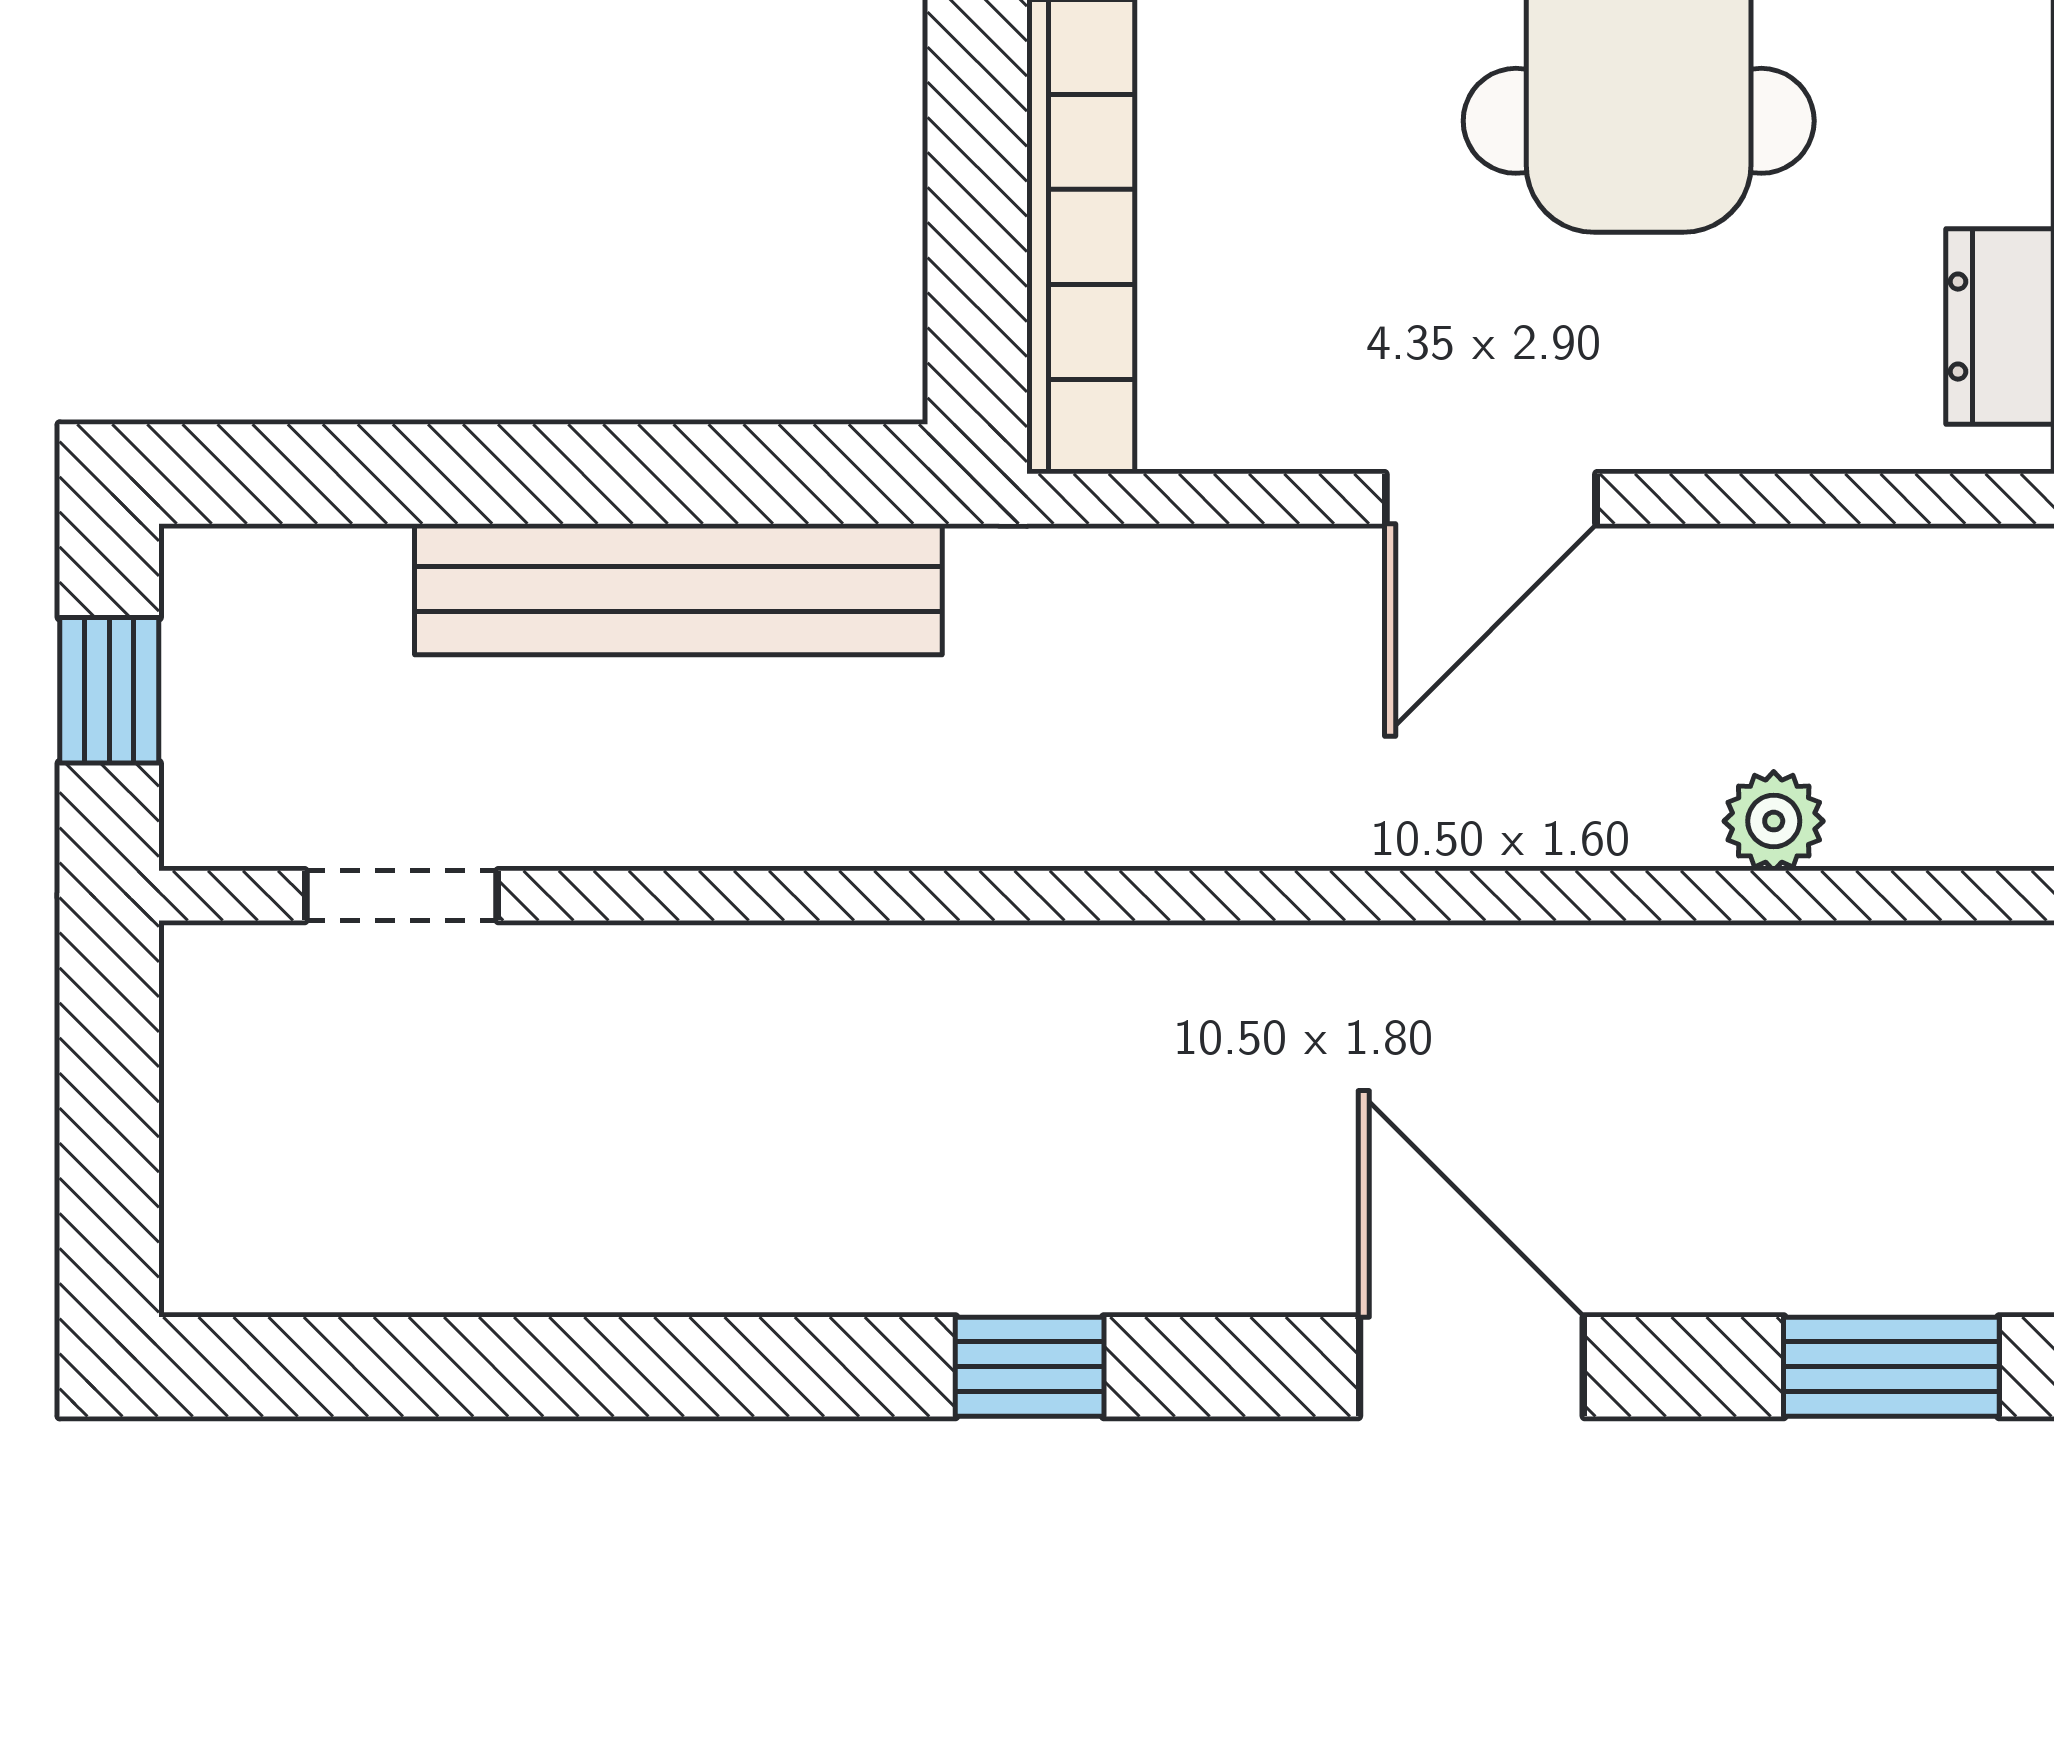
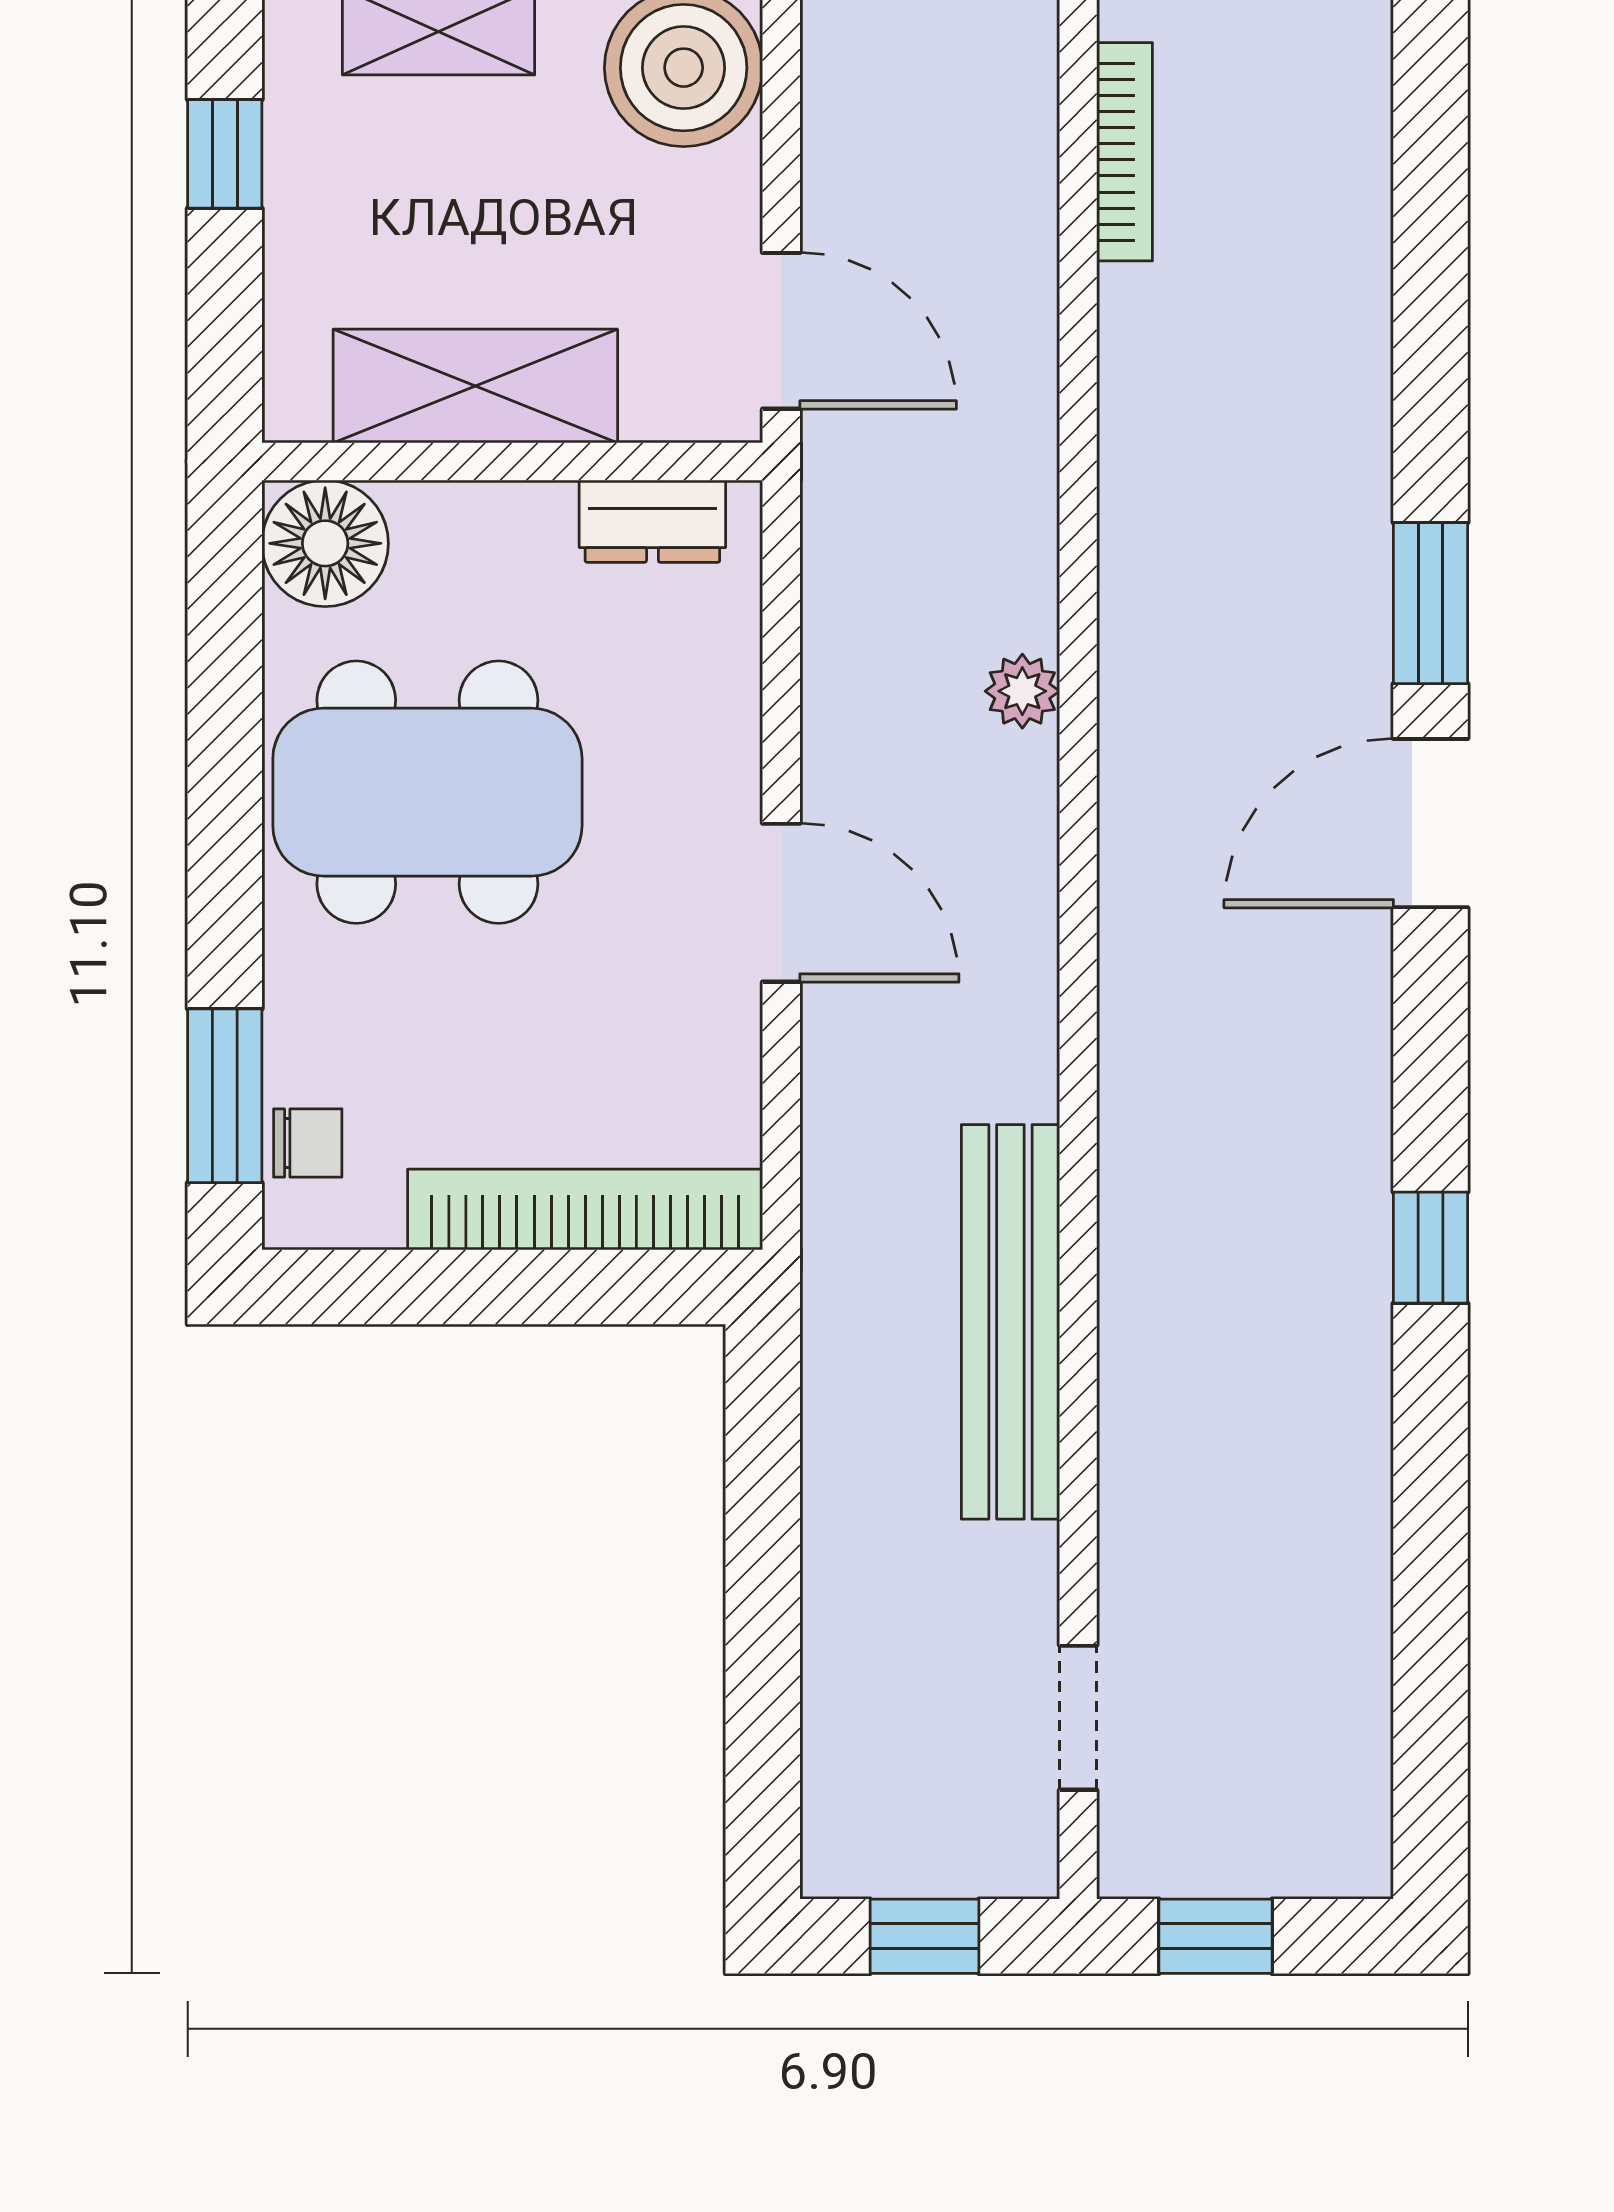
bench: (678, 589) -> (1010, 1322), moved
window: (109, 1079) -> (1216, 1936), added
door: (1471, 1367) -> (1431, 823), moved

